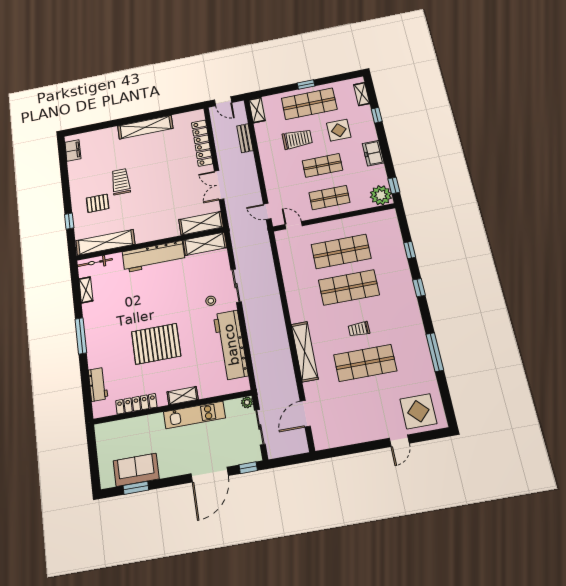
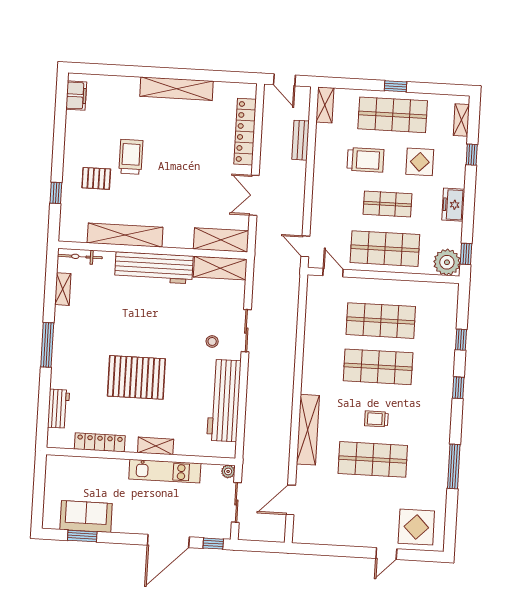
shop shelf: (329, 198) -> (385, 249), width x1.43, depth x1.36
shelving: (105, 242) -> (125, 235), moved

